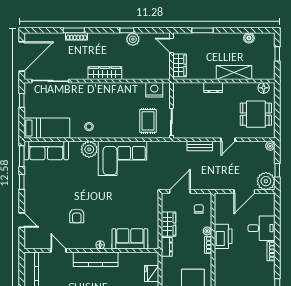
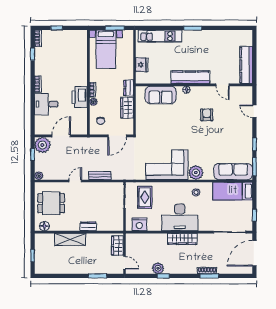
boiler: (249, 38) -> (57, 269), removed
desk: (108, 98) -> (180, 217), added

